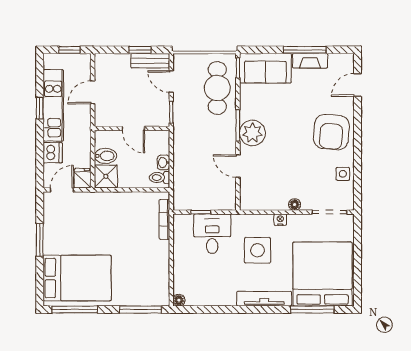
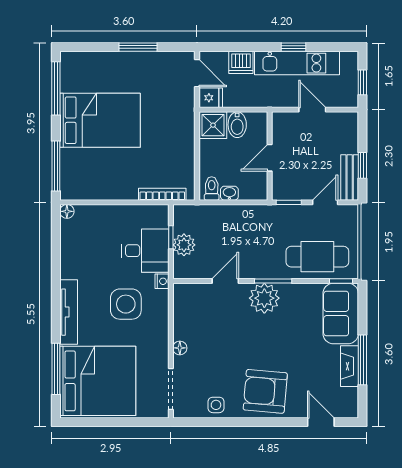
plant: (207, 201) -> (184, 245), added
nightstand: (280, 220) -> (162, 281), moved
bed: (77, 278) -> (100, 120), moved, turned -90

